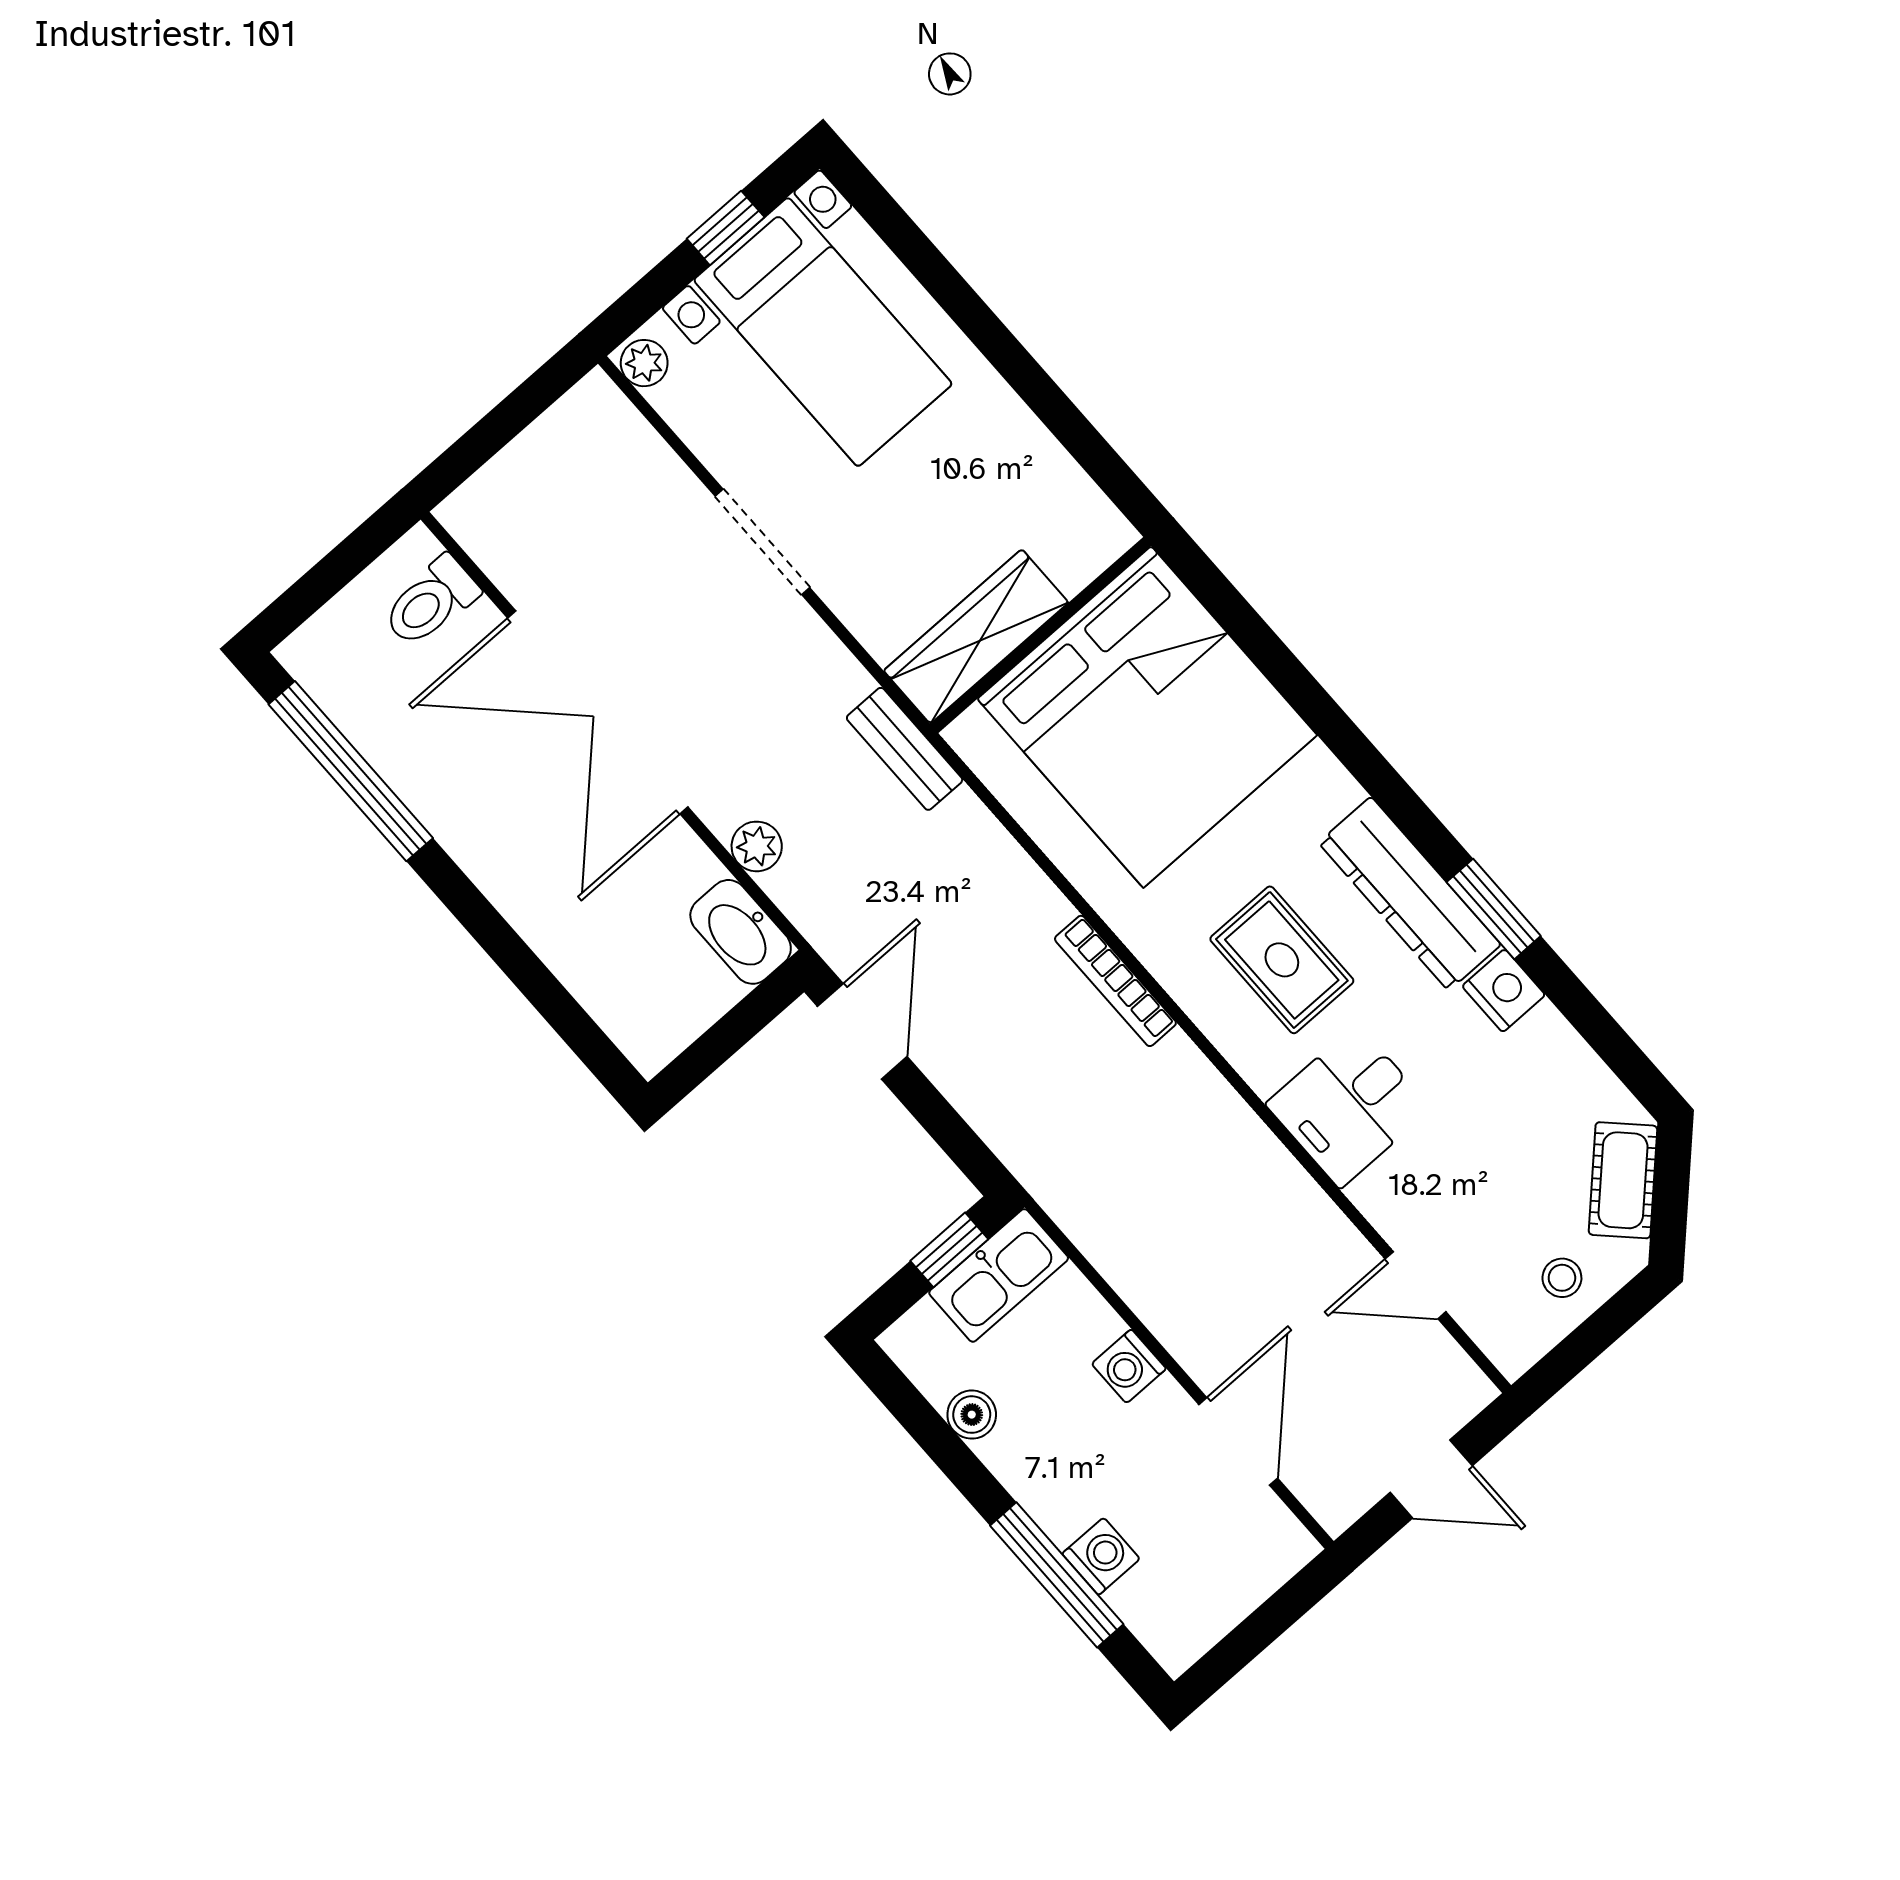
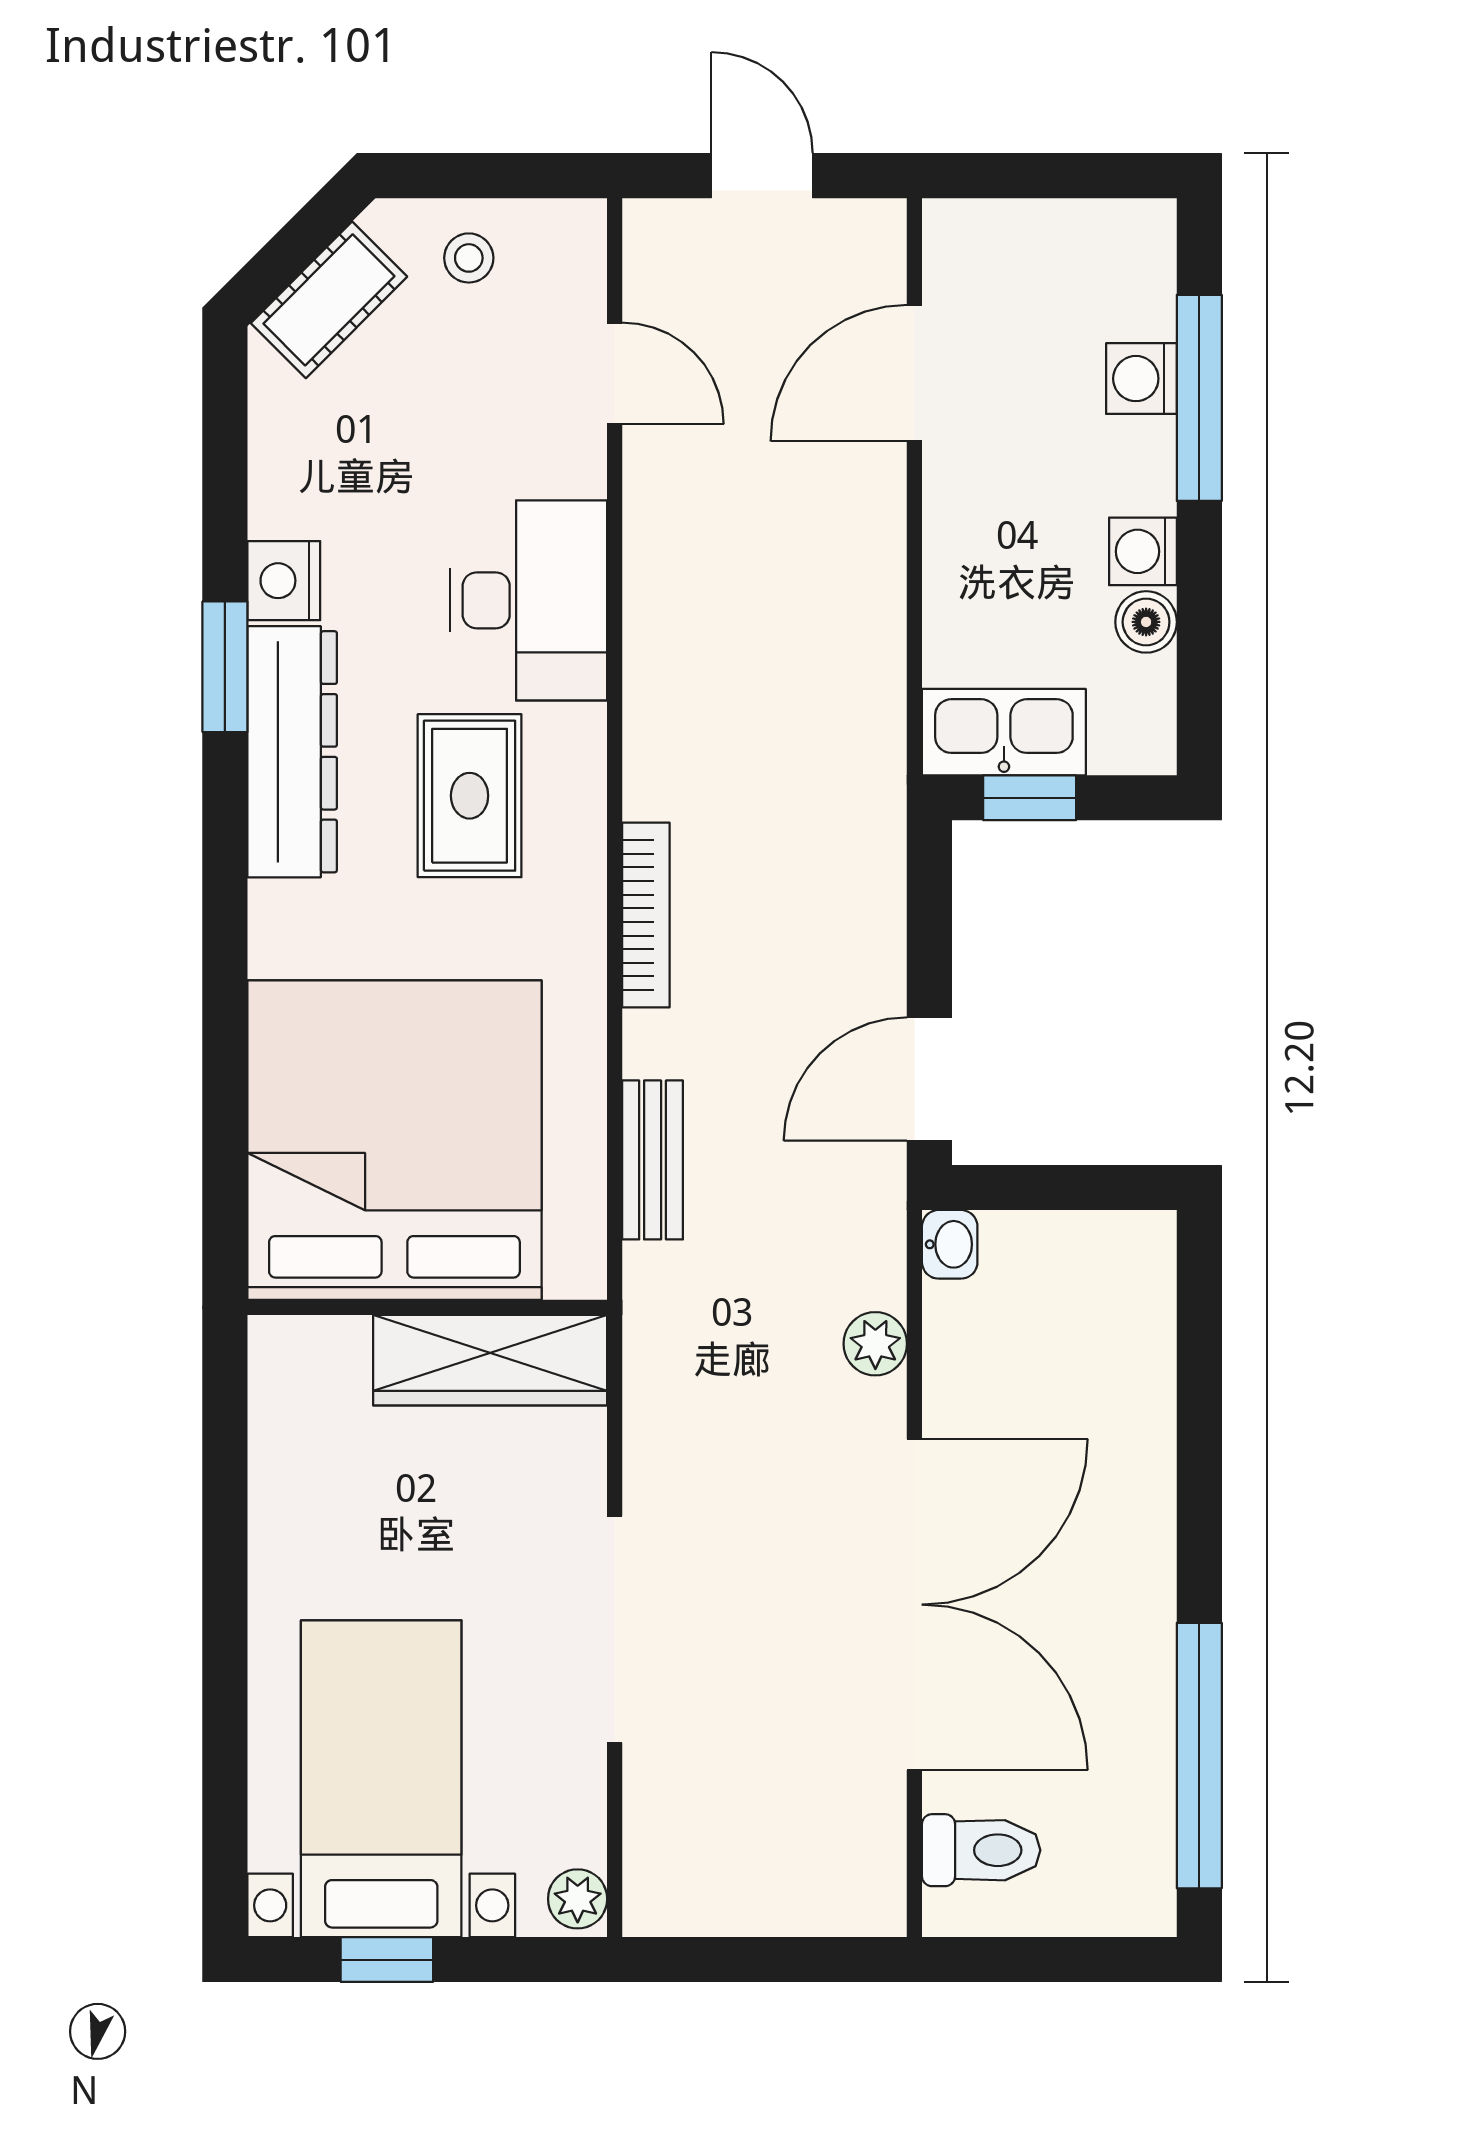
doorway: (762, 542) -> (615, 1629), width x1.36
bench: (905, 749) -> (653, 1160), moved
washbasin: (741, 932) -> (950, 1244), width x0.52, depth x0.69
desk: (1349, 1106) -> (529, 600), width x1.37
washing machine: (1129, 1366) -> (1143, 551), moved, turned 180

